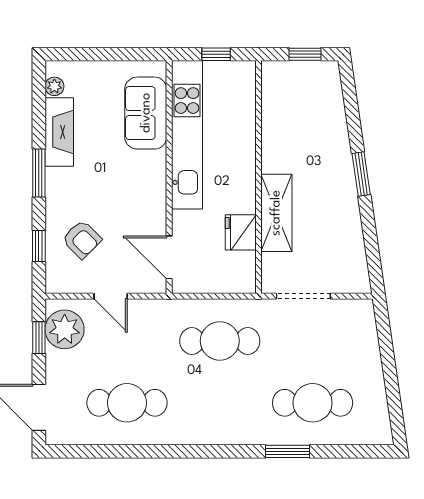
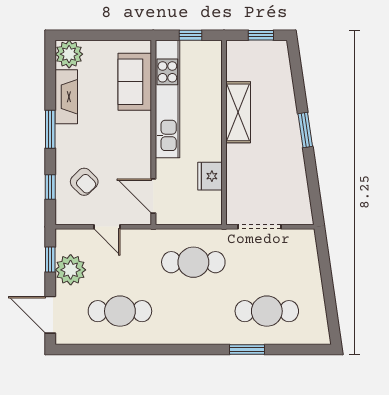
plant: (54, 86) -> (69, 54), width x1.88, depth x1.88
shelving: (276, 213) -> (238, 112), moved
plant: (65, 329) -> (71, 270), moved

